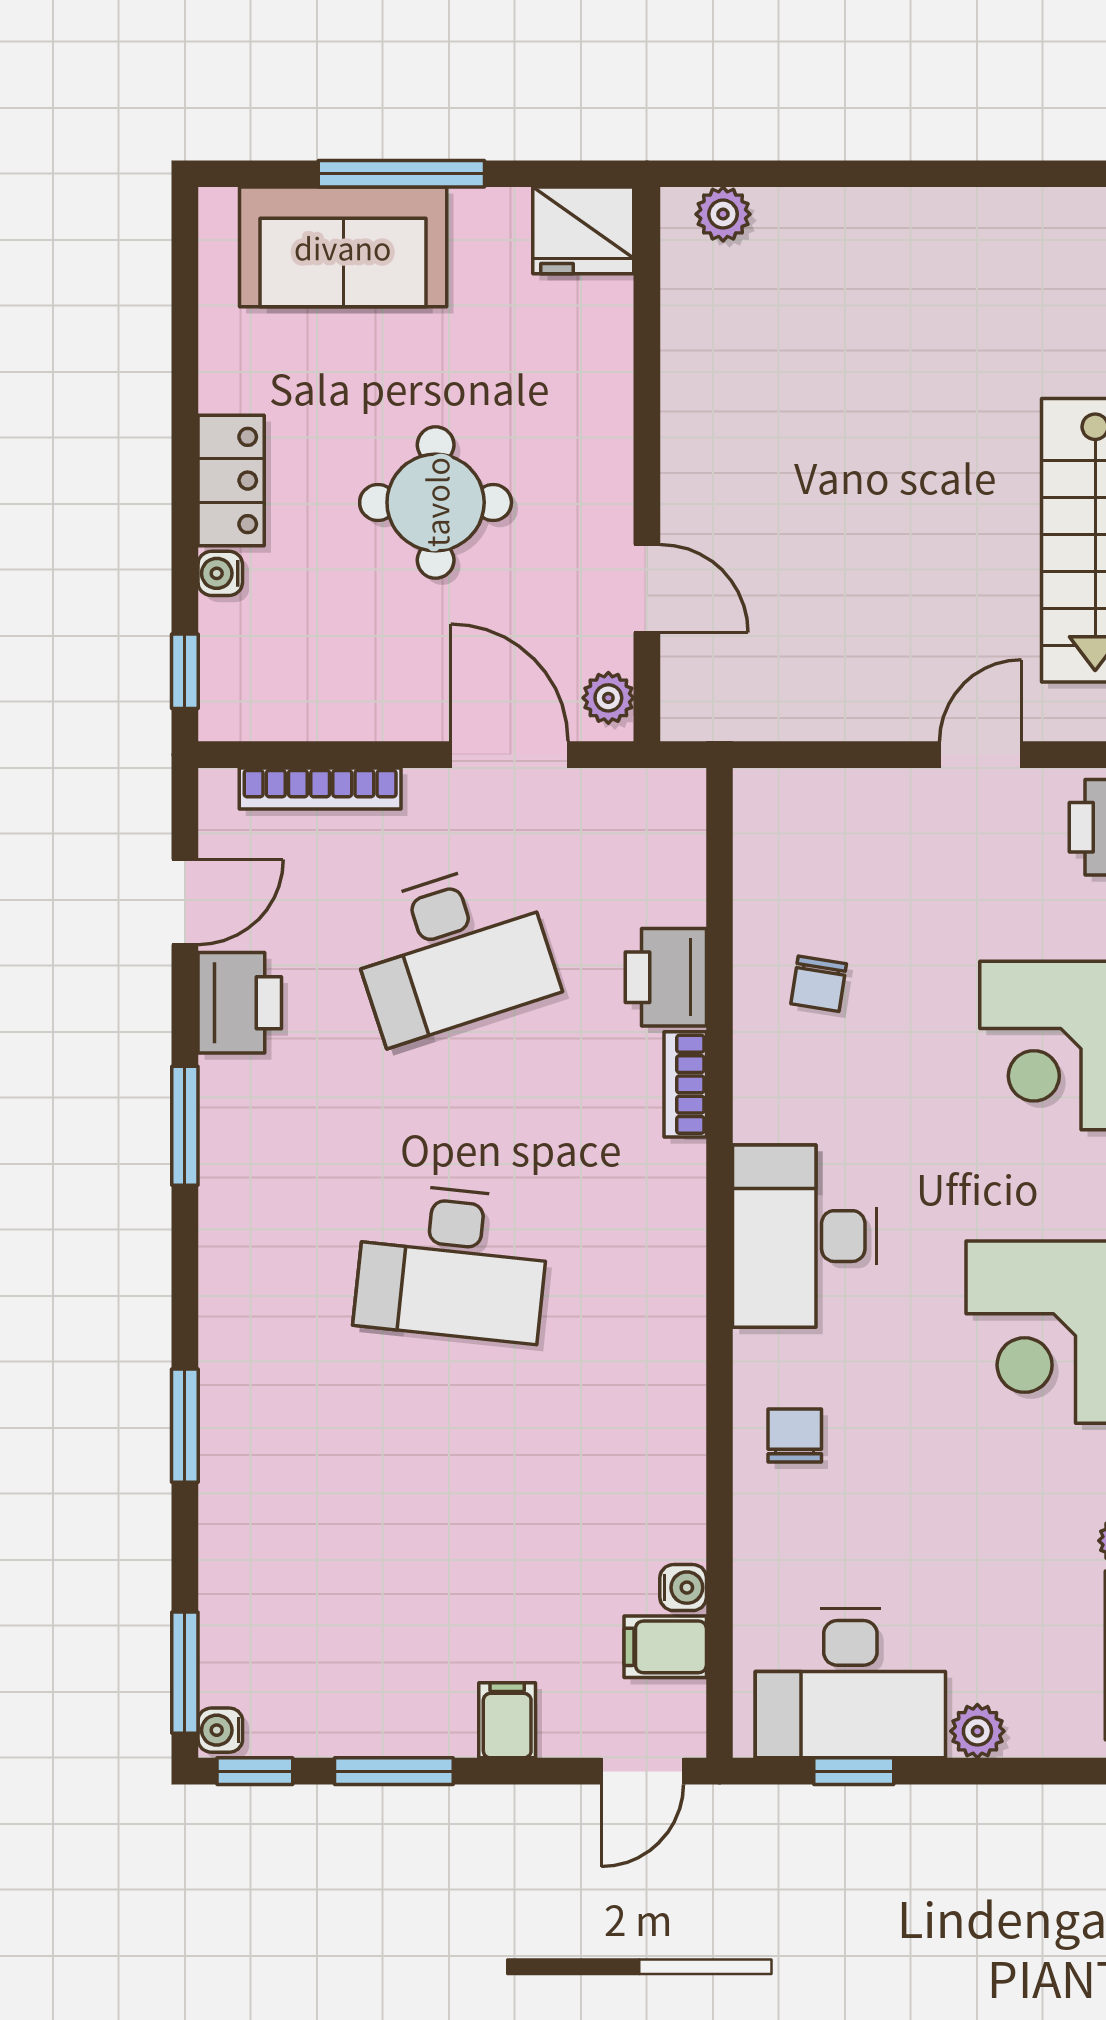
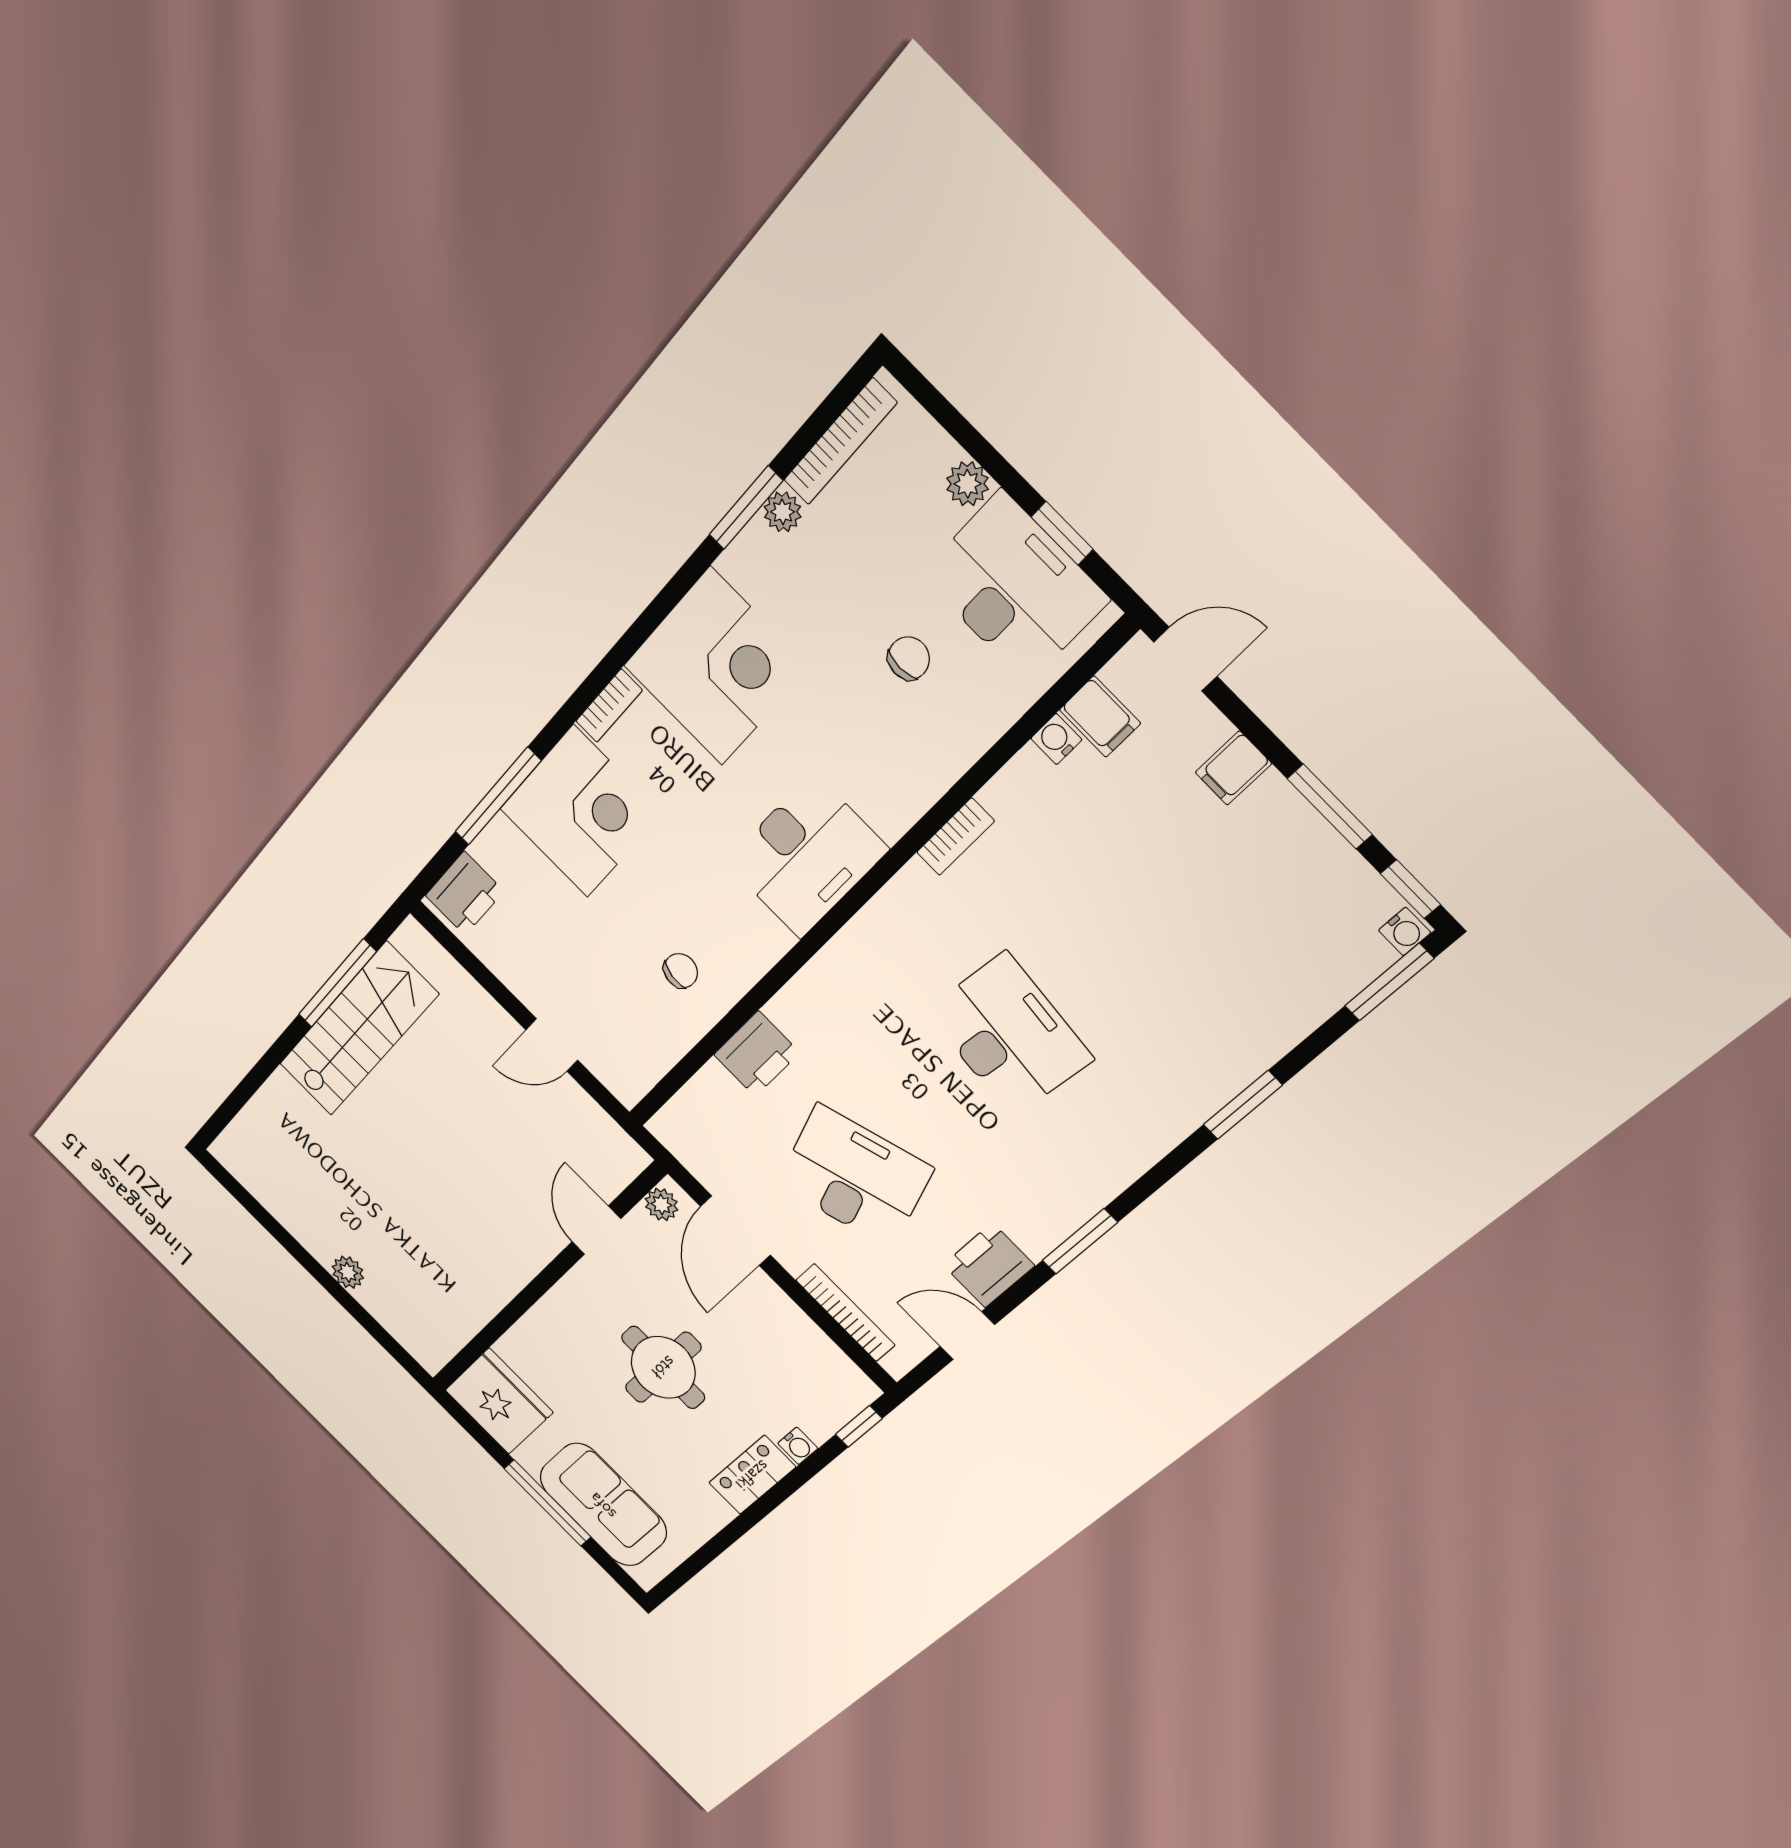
plant: (723, 214) -> (348, 1272), moved
fridge: (583, 230) -> (499, 1401), width x1.36, depth x1.34
door: (981, 755) -> (552, 1045), moved
bookcase: (685, 1084) -> (955, 837), moved
chair: (795, 1436) -> (909, 658), moved, turned 180

